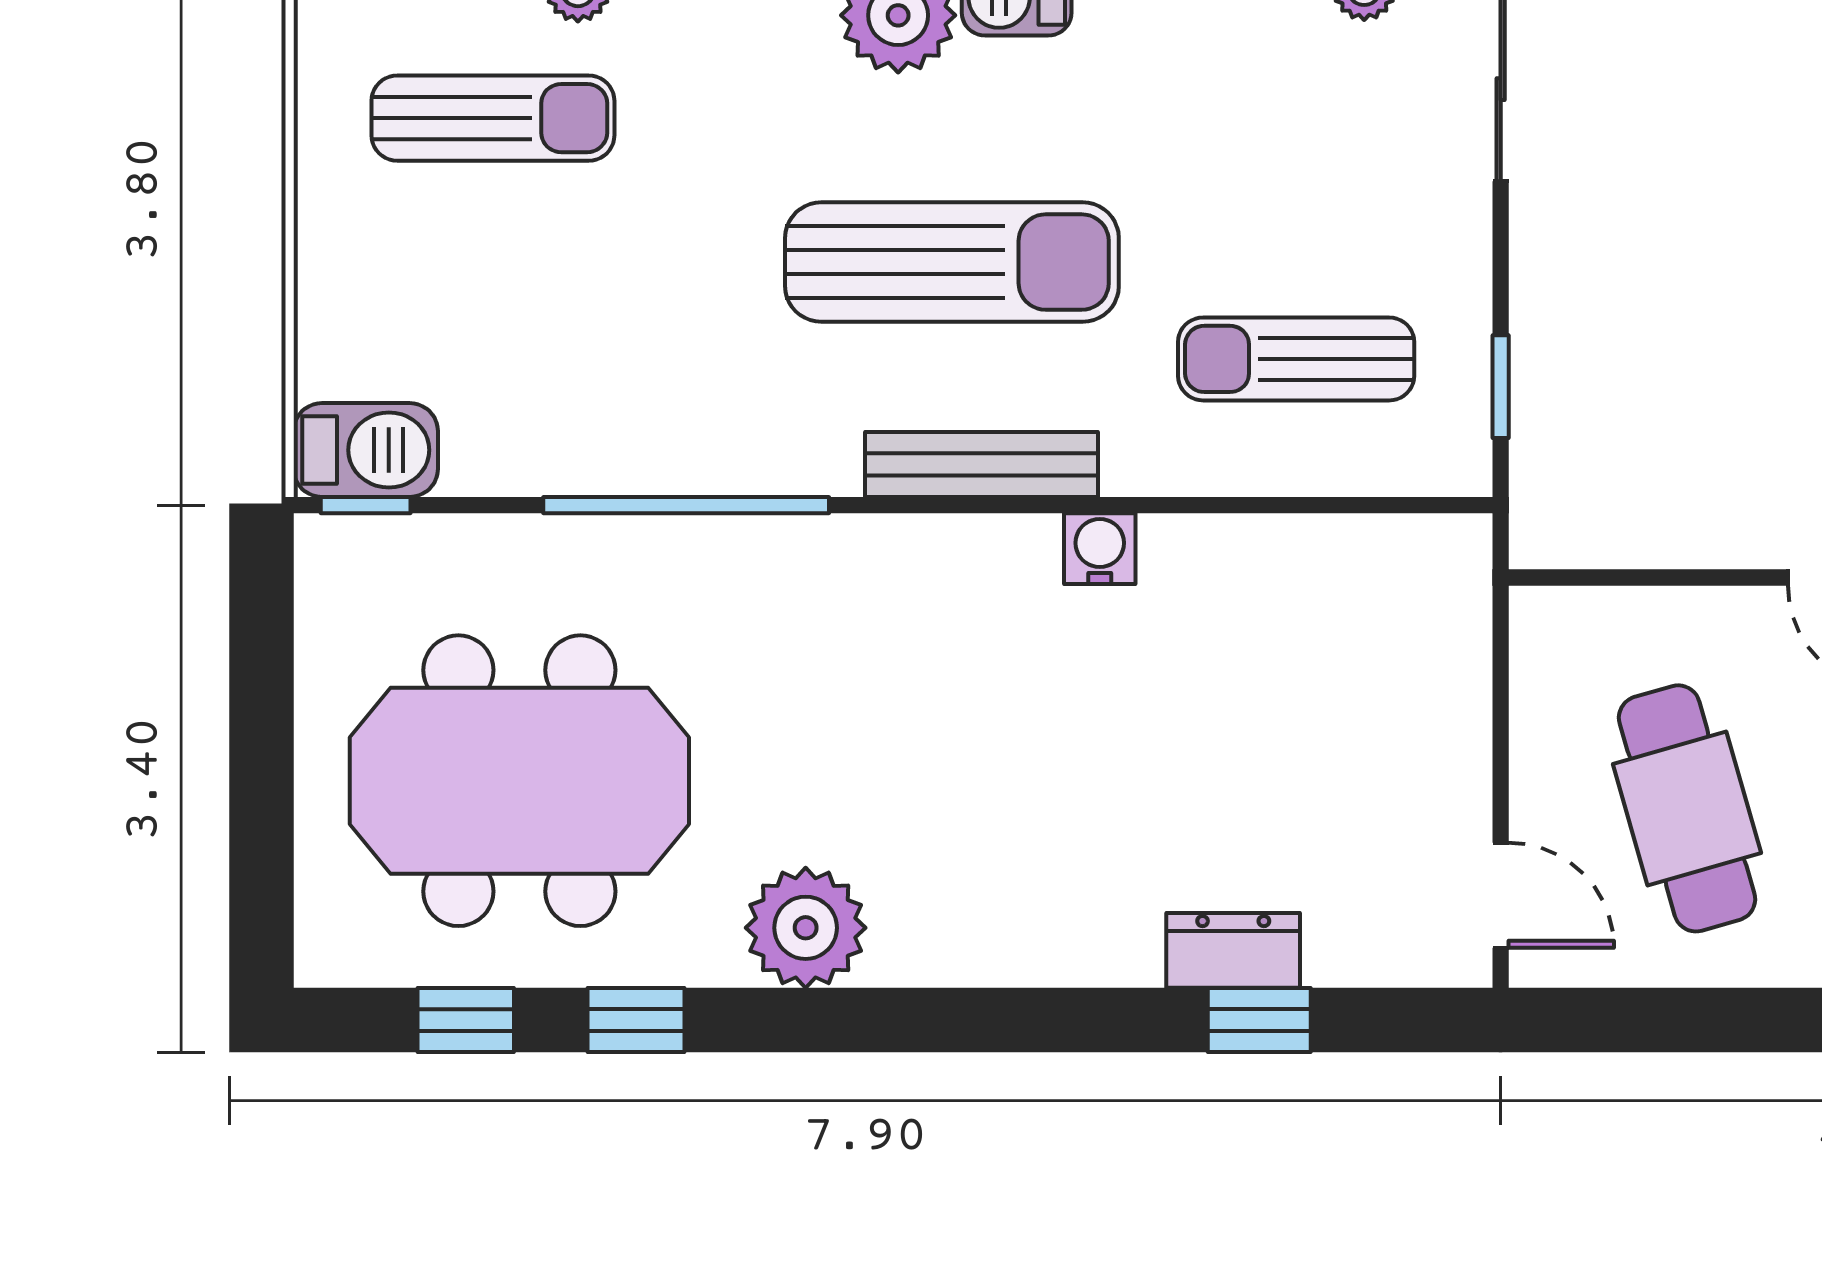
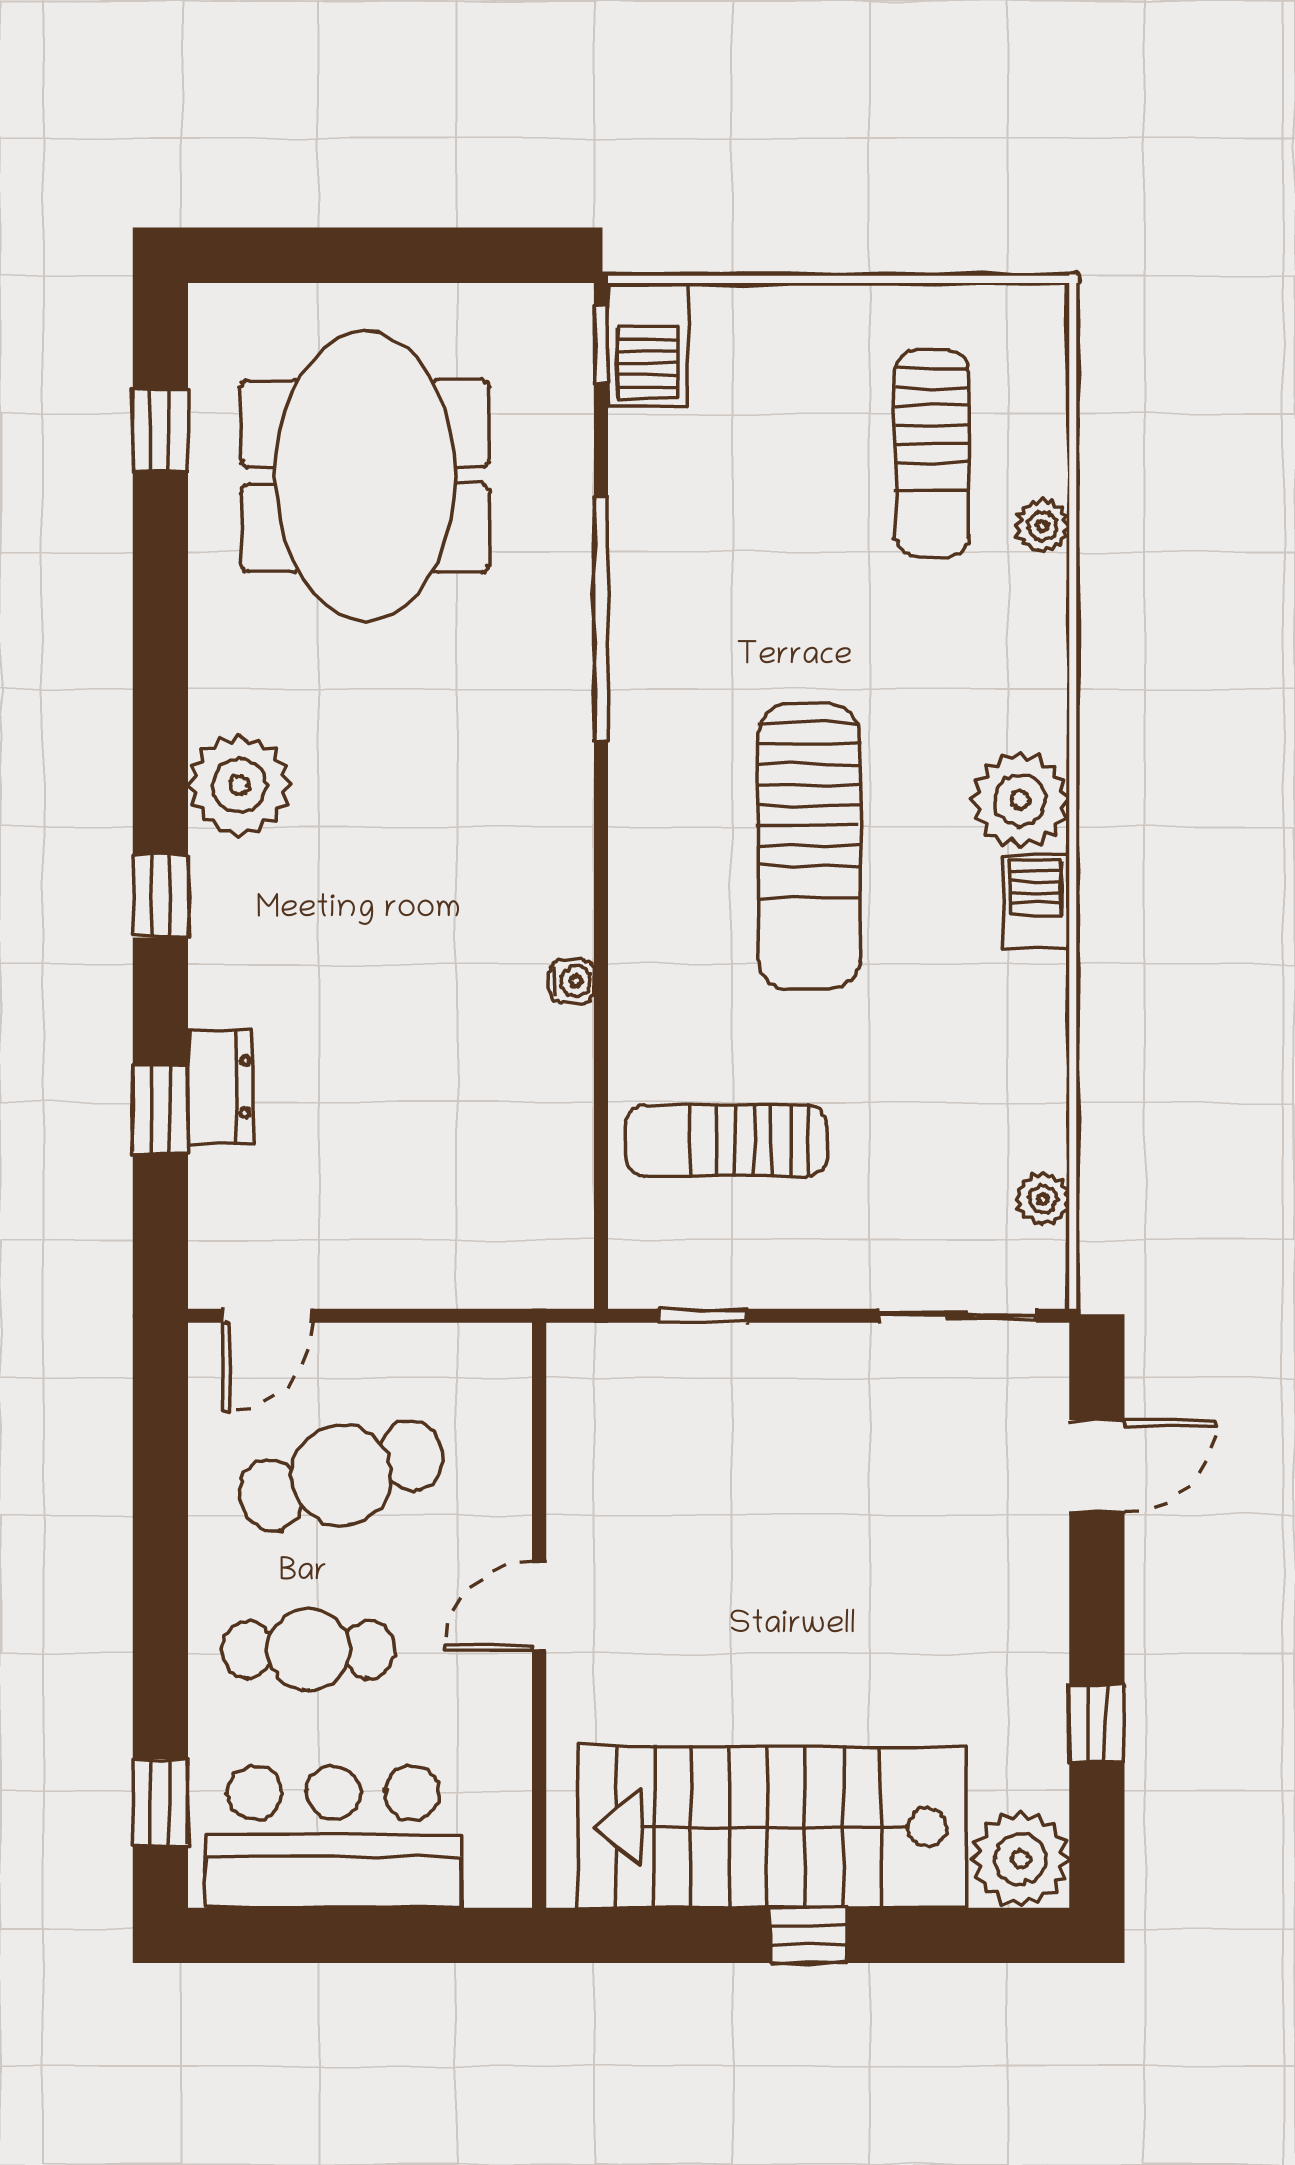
sun lounger: (1296, 359) -> (726, 1141), turned -90
bench: (981, 465) -> (636, 871), removed
water cooler: (1100, 549) -> (572, 981), width x0.72, depth x0.72
plant: (806, 928) -> (239, 785), moved
window: (636, 1020) -> (160, 896), moved

